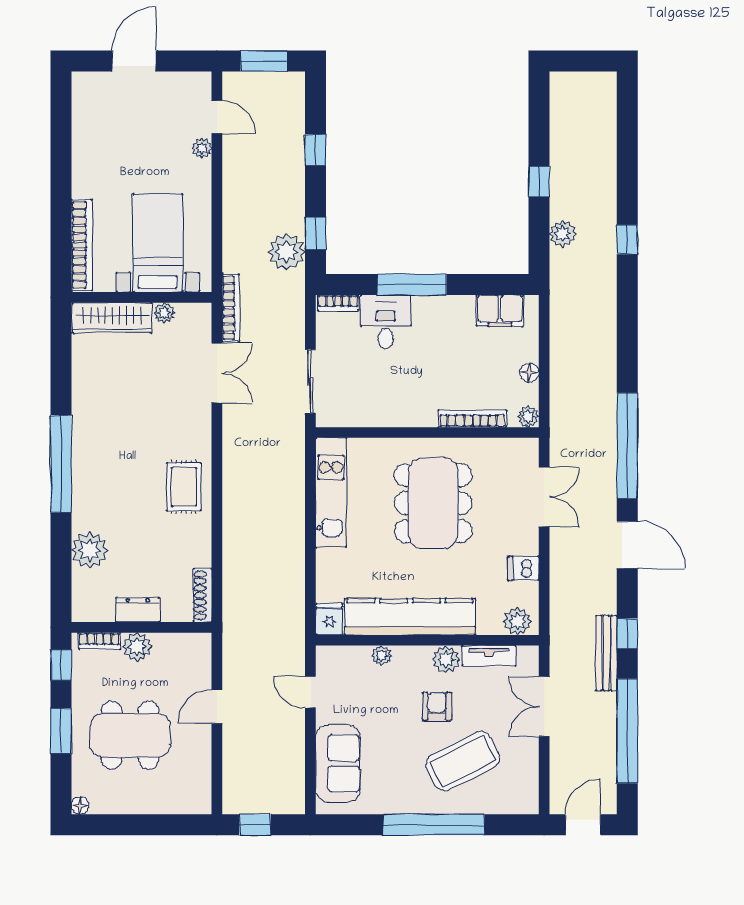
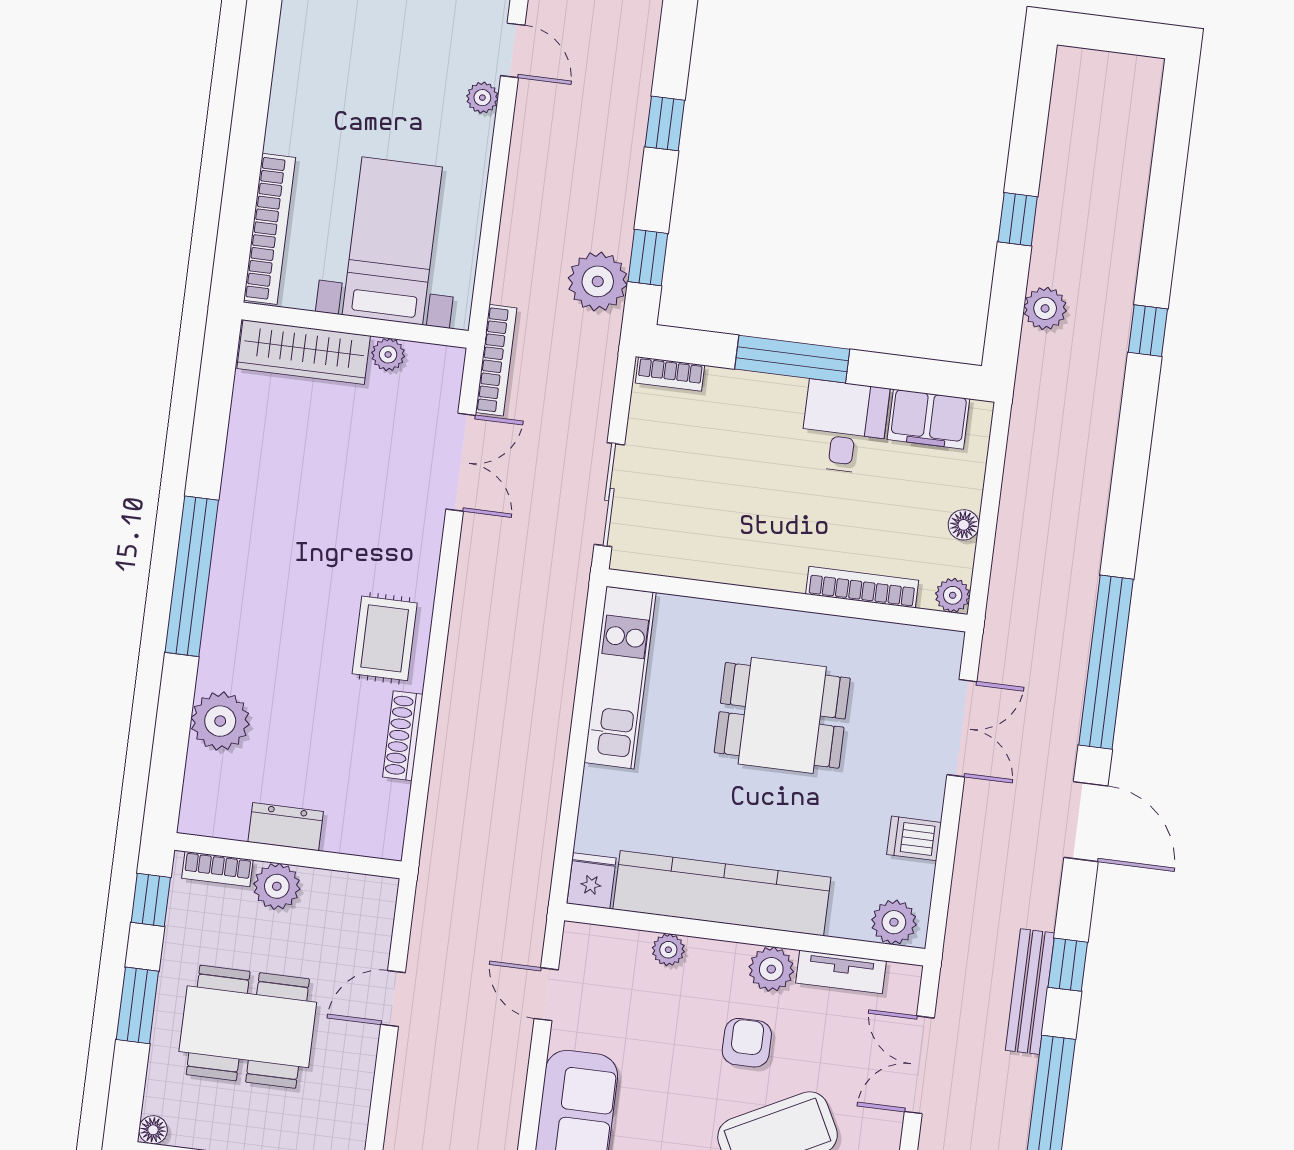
desk: (386, 322) -> (844, 427), moved
dining table: (433, 503) -> (782, 715), width x0.73
shoe rack: (202, 595) -> (403, 736), moved

